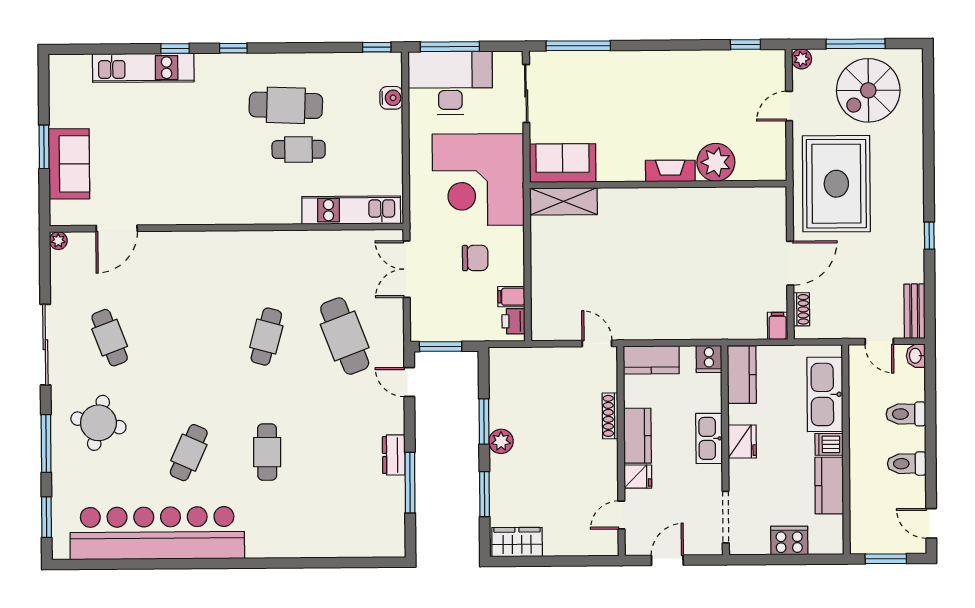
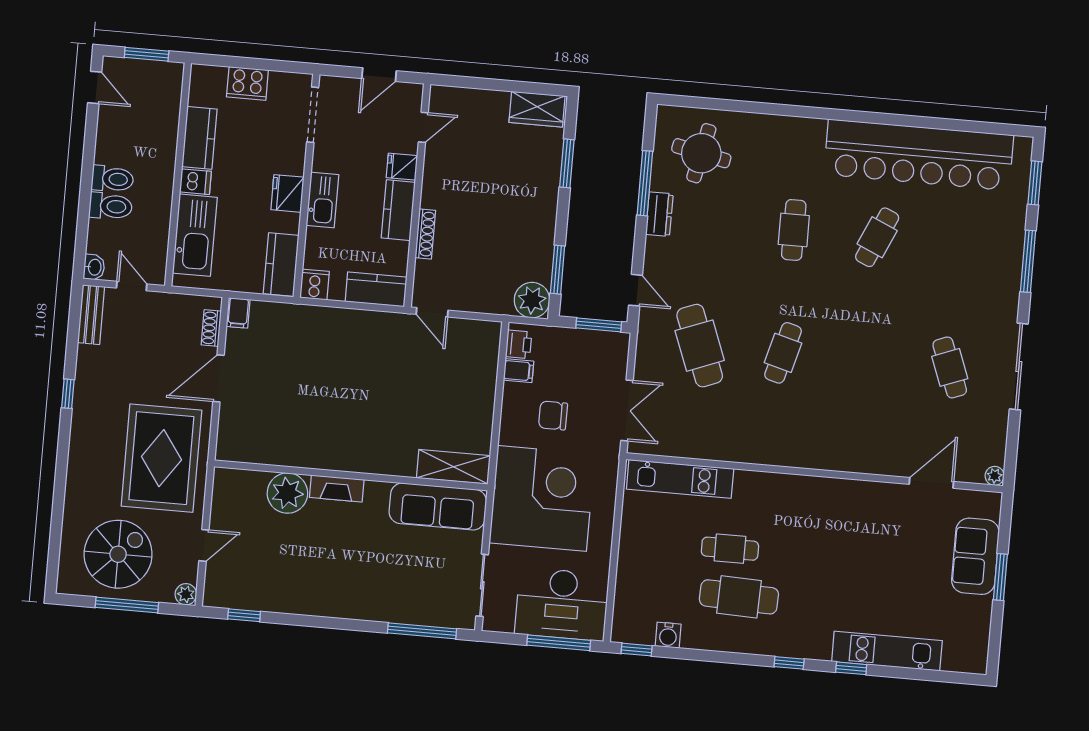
water cooler: (391, 98) -> (668, 635), moved, turned -90
sofa: (563, 163) -> (438, 506), width x1.36
window: (484, 421) -> (558, 270), moved
round table: (98, 423) -> (701, 153), moved
plant: (501, 441) -> (532, 300), moved, width x1.36, depth x1.36
toilet: (907, 464) -> (112, 179), moved

